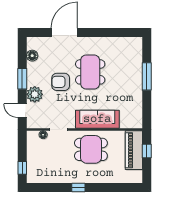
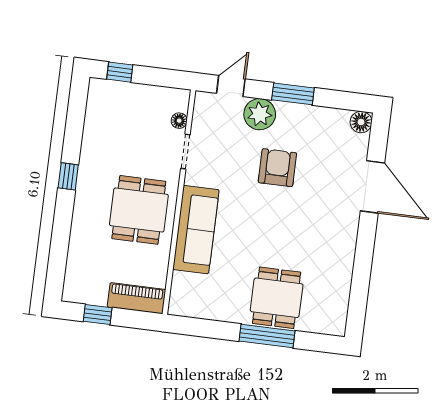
floor lamp: (32, 56) -> (361, 122), moved
dining table: (90, 72) -> (277, 298), moved, width x0.73
piano: (134, 150) -> (136, 298), width x0.73, depth x0.75
window: (147, 151) -> (98, 315), moved

